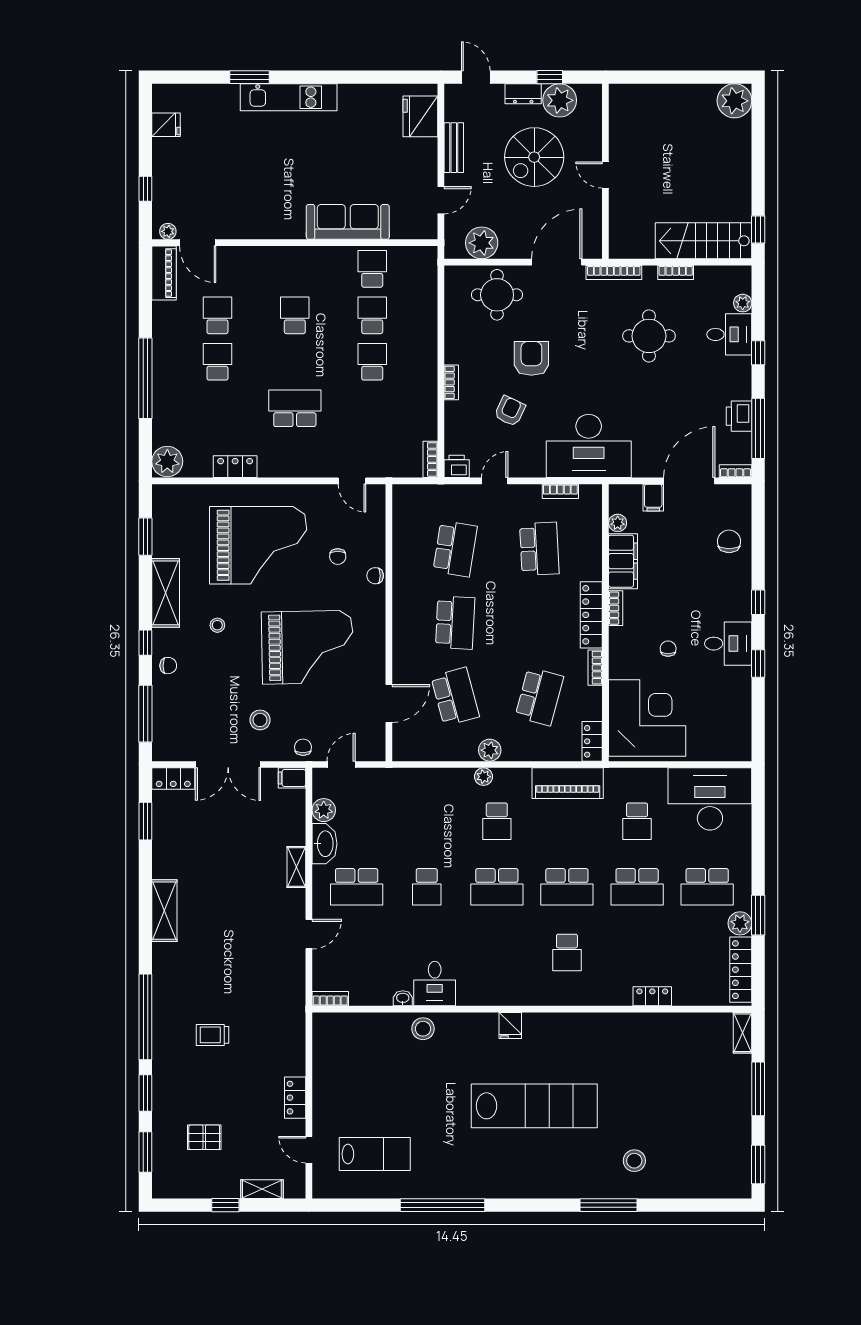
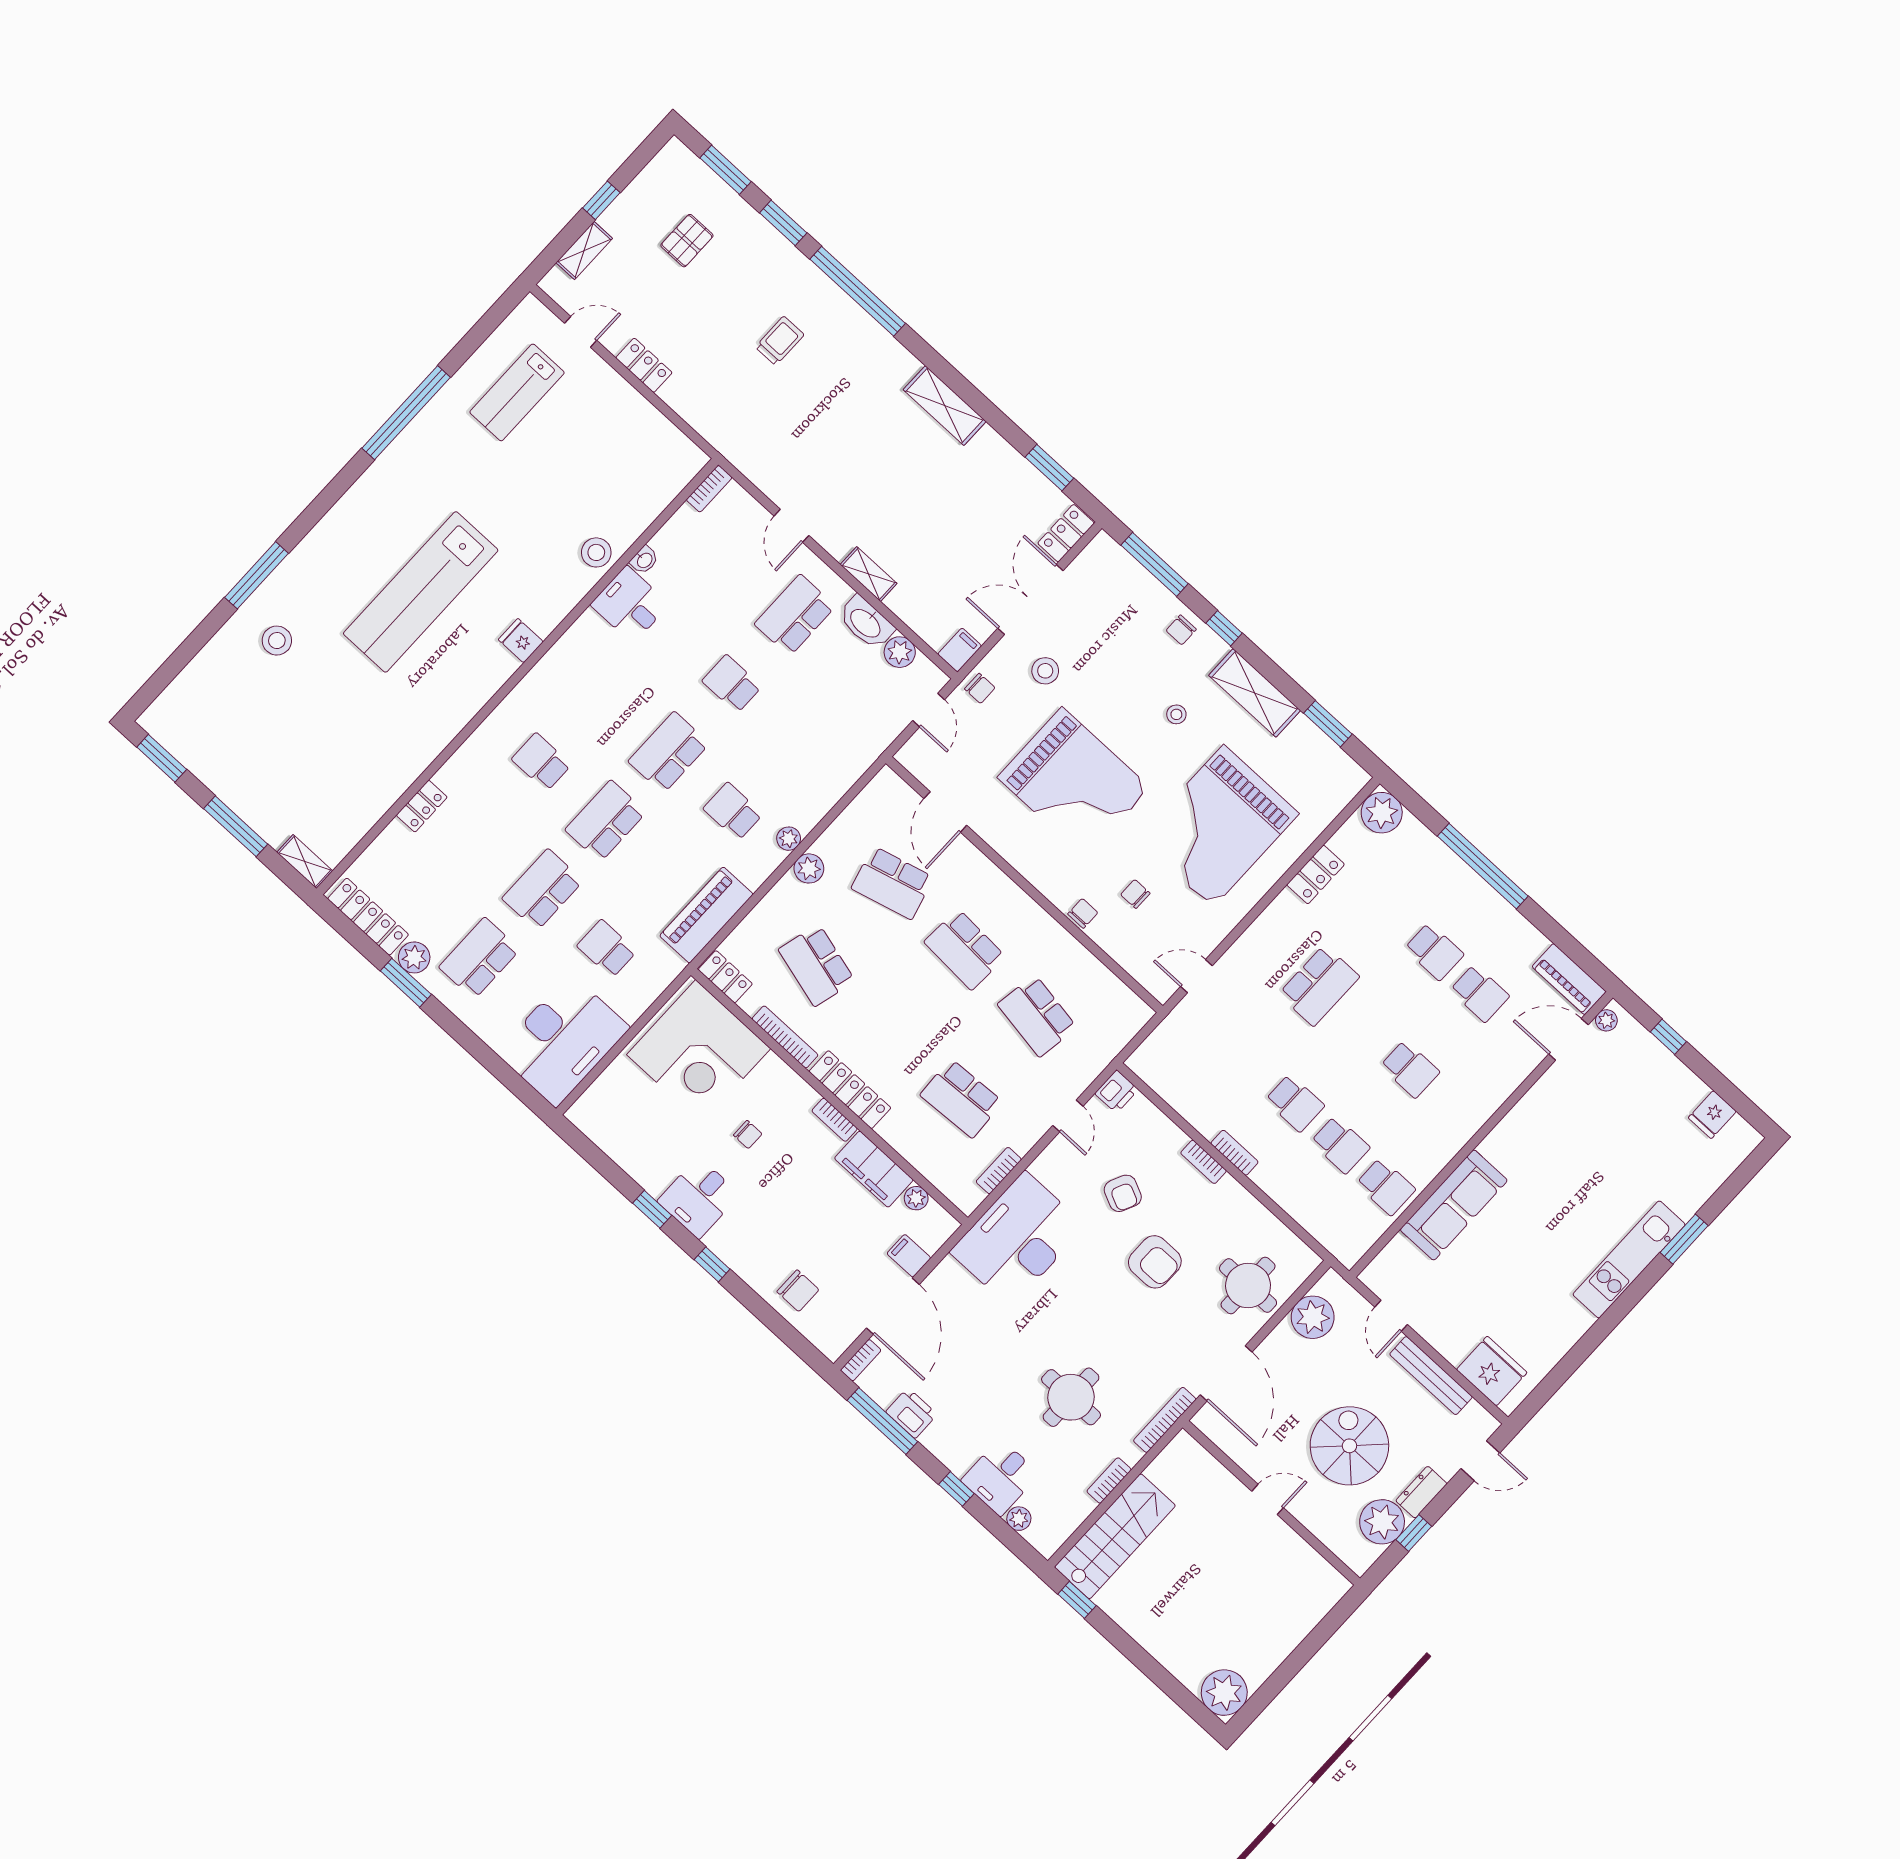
bench: (454, 148) -> (1431, 1376), width x1.36
bookcase: (430, 459) -> (1234, 1153), moved
grand piano: (307, 647) -> (1074, 783), turned -89
bookcase: (595, 668) -> (785, 1037), width x1.56

